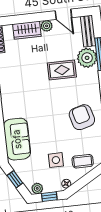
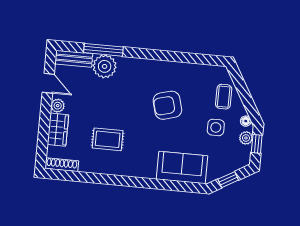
door: (63, 14) -> (48, 83), hinge flipped
rug: (62, 70) -> (108, 139), moved, turned 90
armchair: (82, 117) -> (167, 105), moved
plant: (37, 188) -> (246, 138), moved

